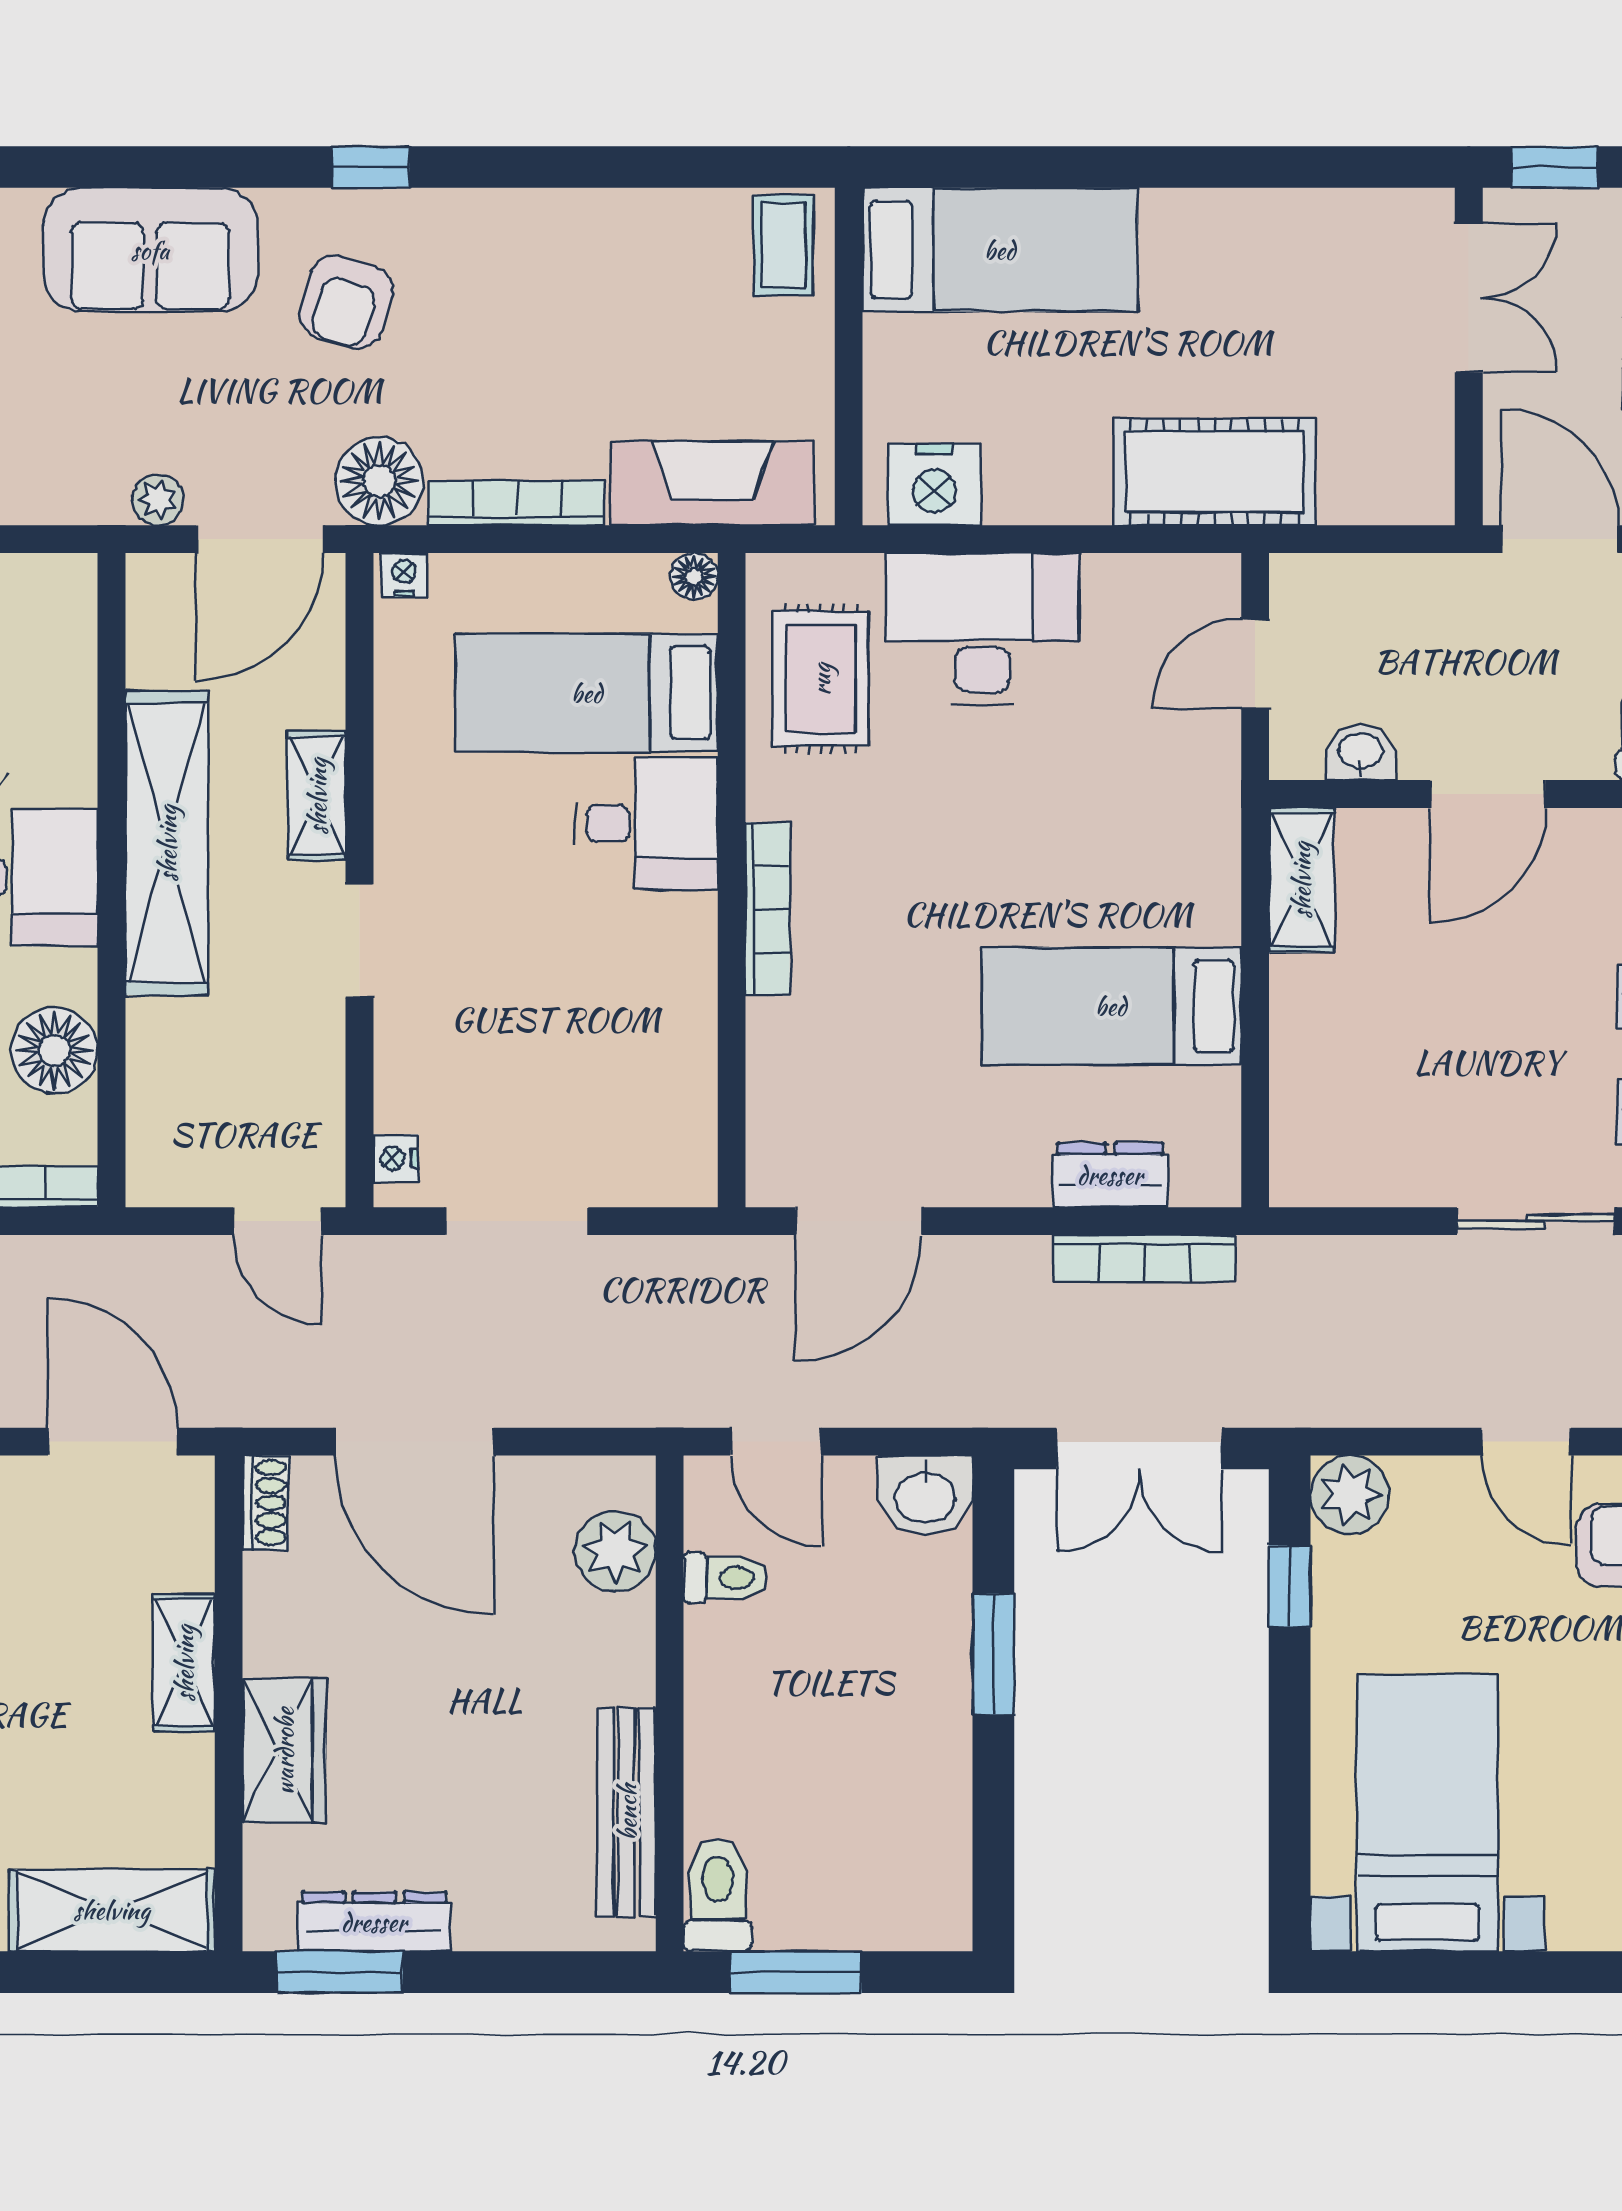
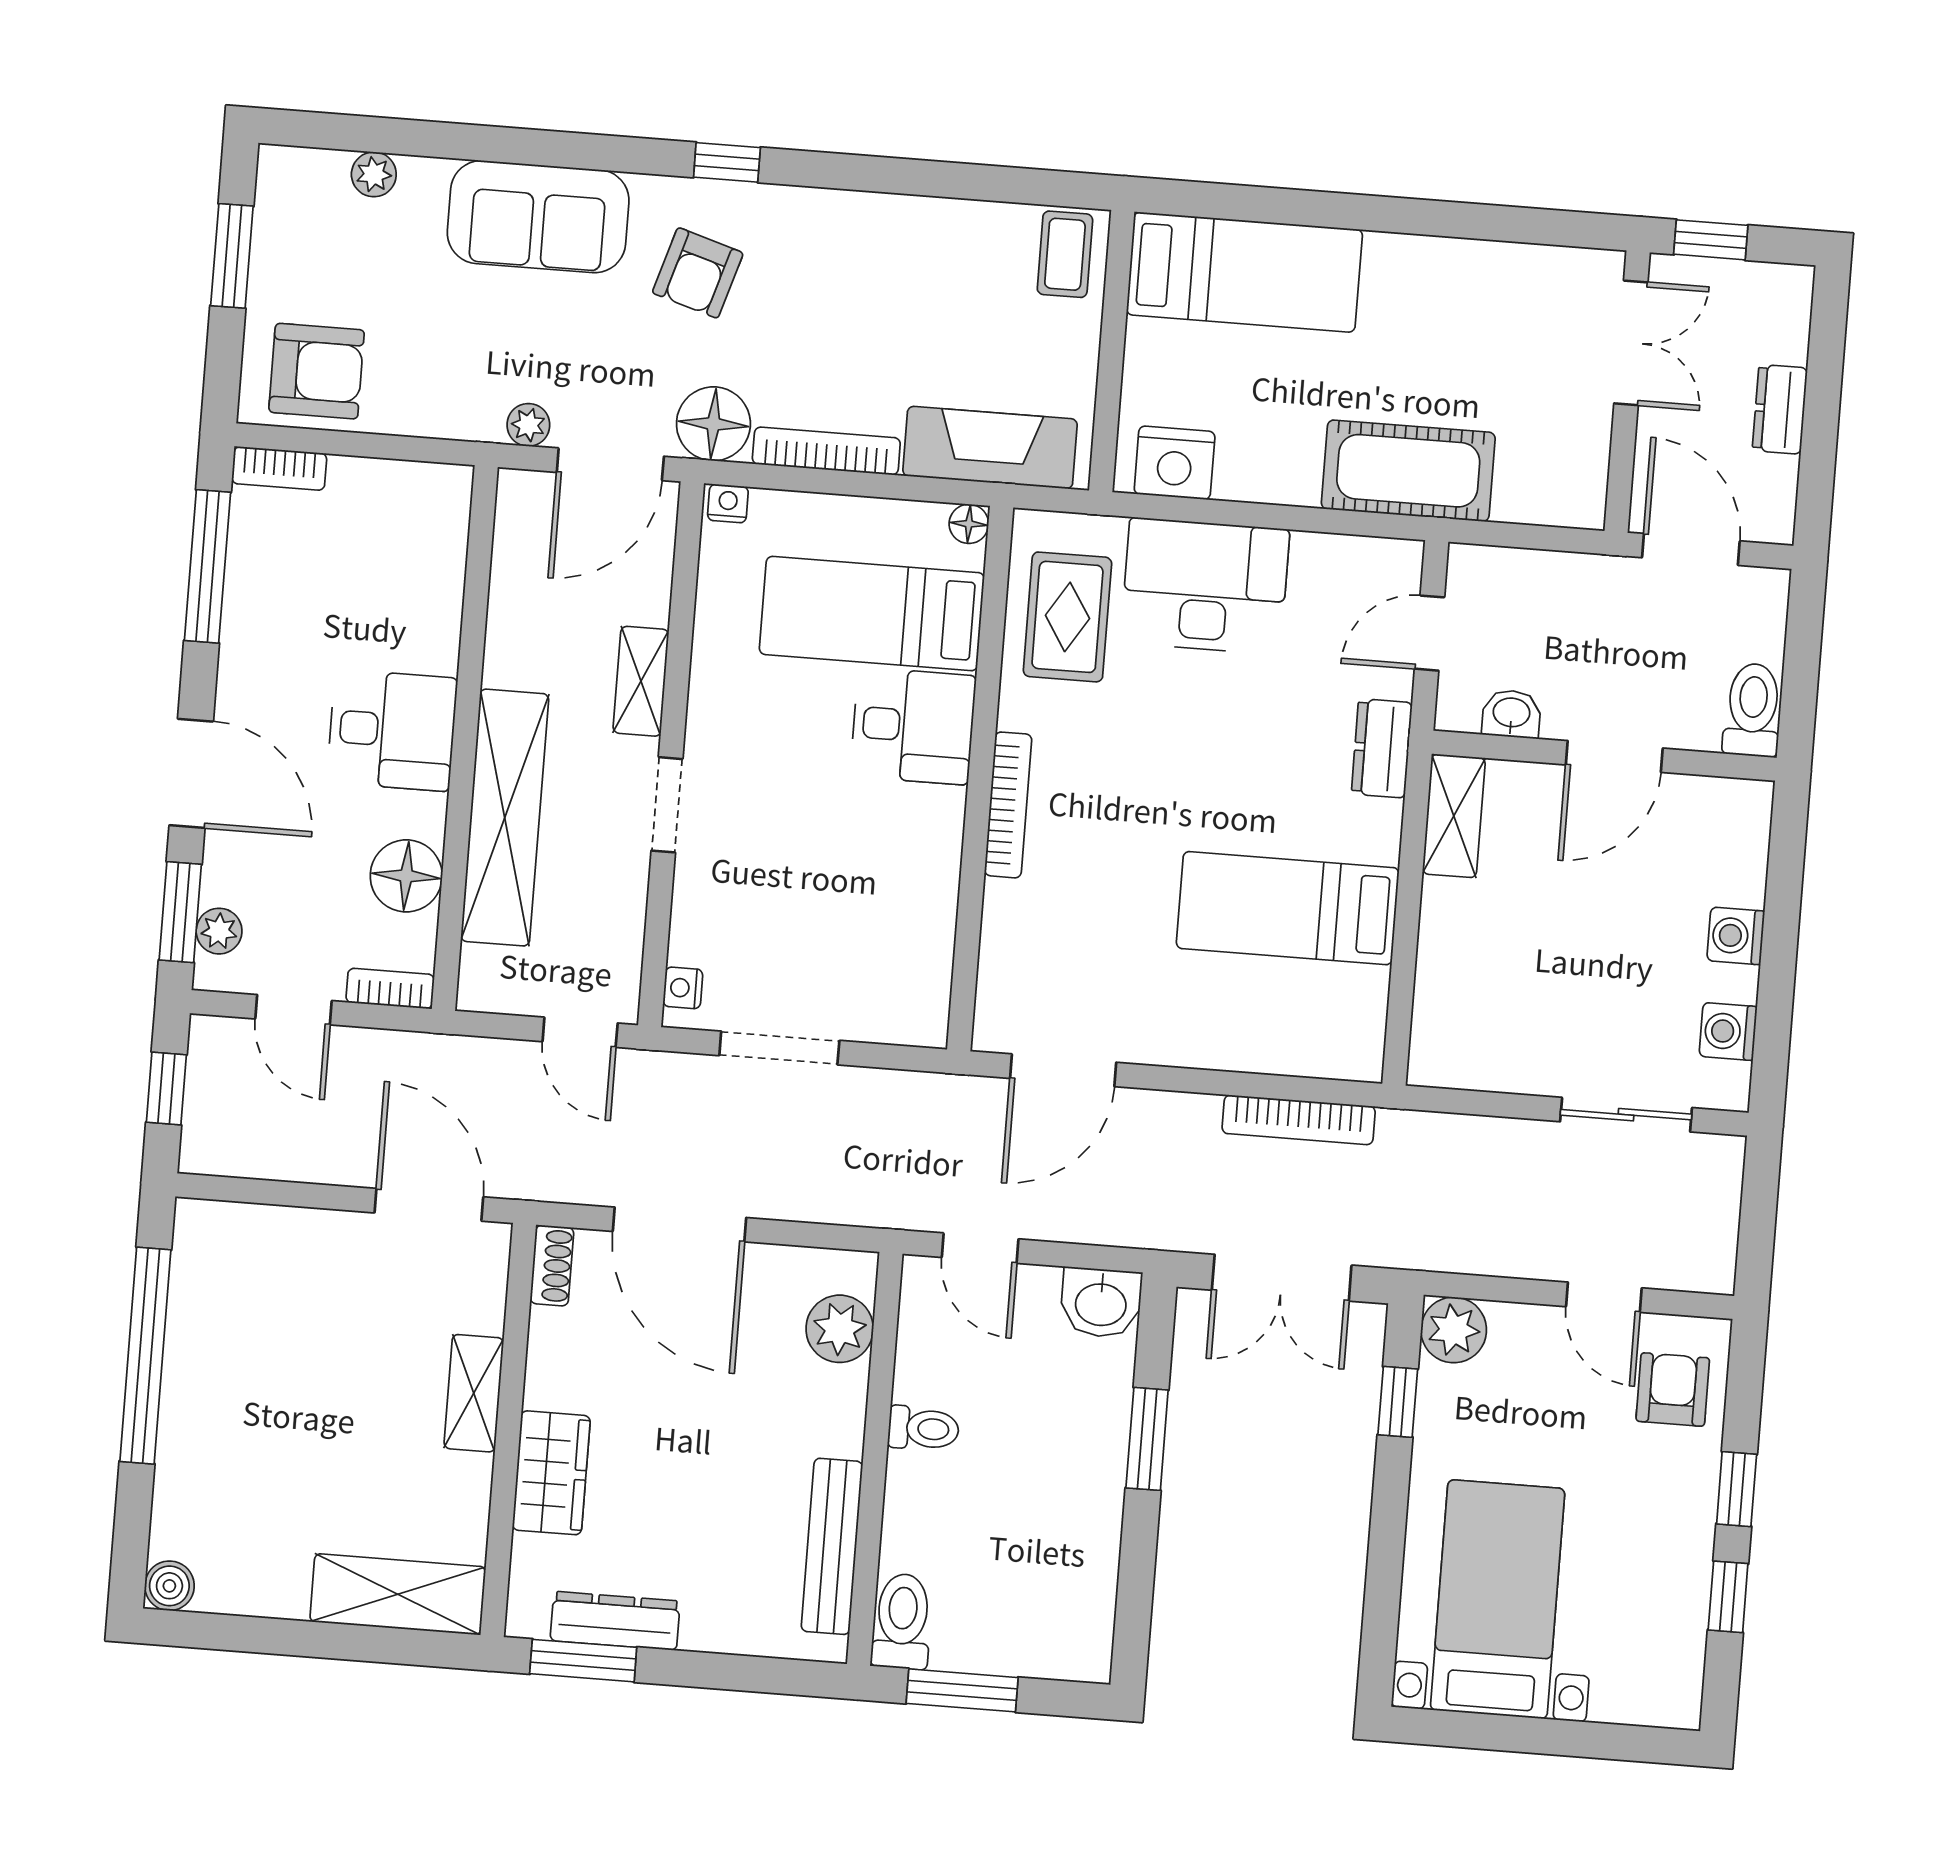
shelving: (167, 843) -> (505, 818), moved
dresser: (1110, 1175) -> (1382, 748), moved, turned -90
toilet: (725, 1578) -> (924, 1428), moved

